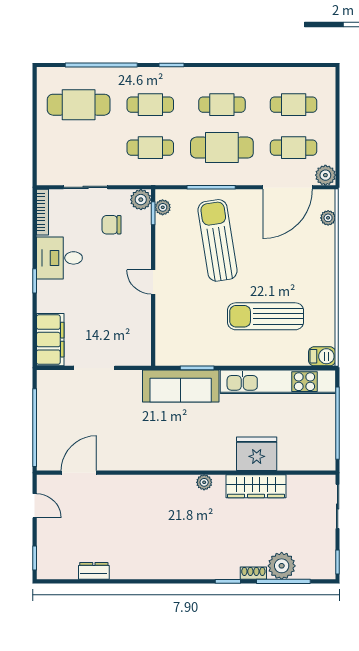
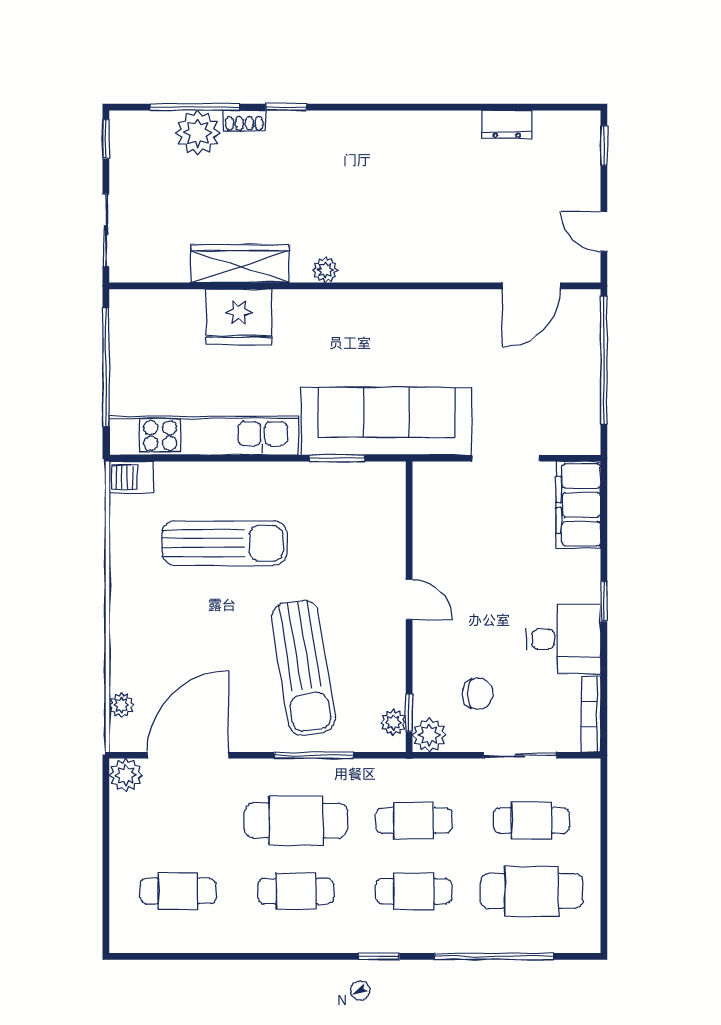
cafe table: (294, 148) -> (532, 821), moved
sofa: (181, 386) -> (386, 421), width x1.36, depth x1.27

